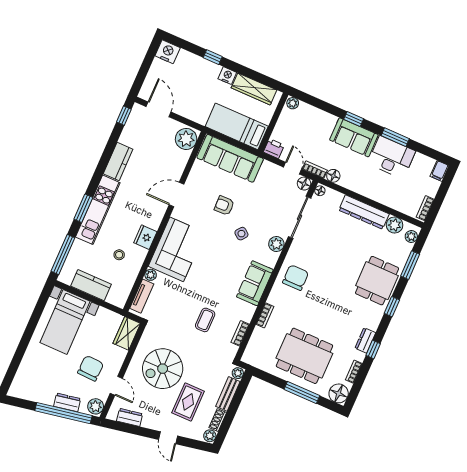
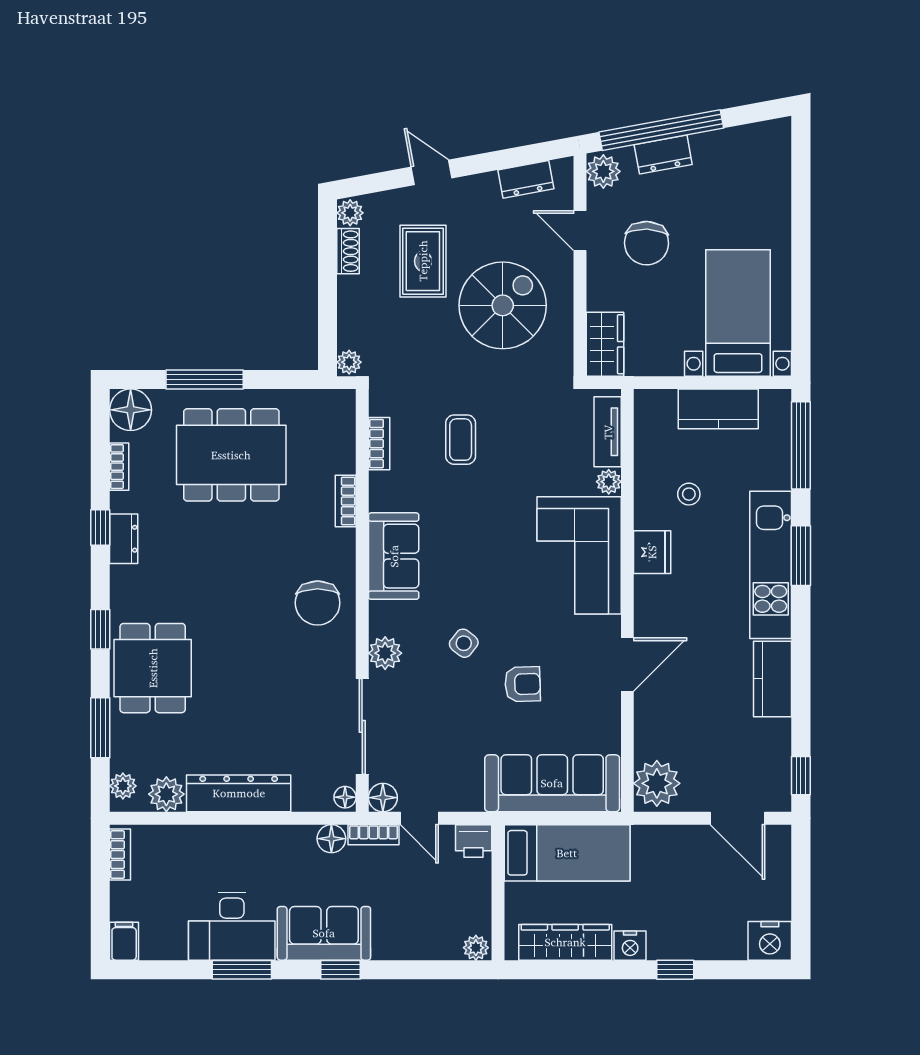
bench: (228, 394) -> (351, 312), removed

